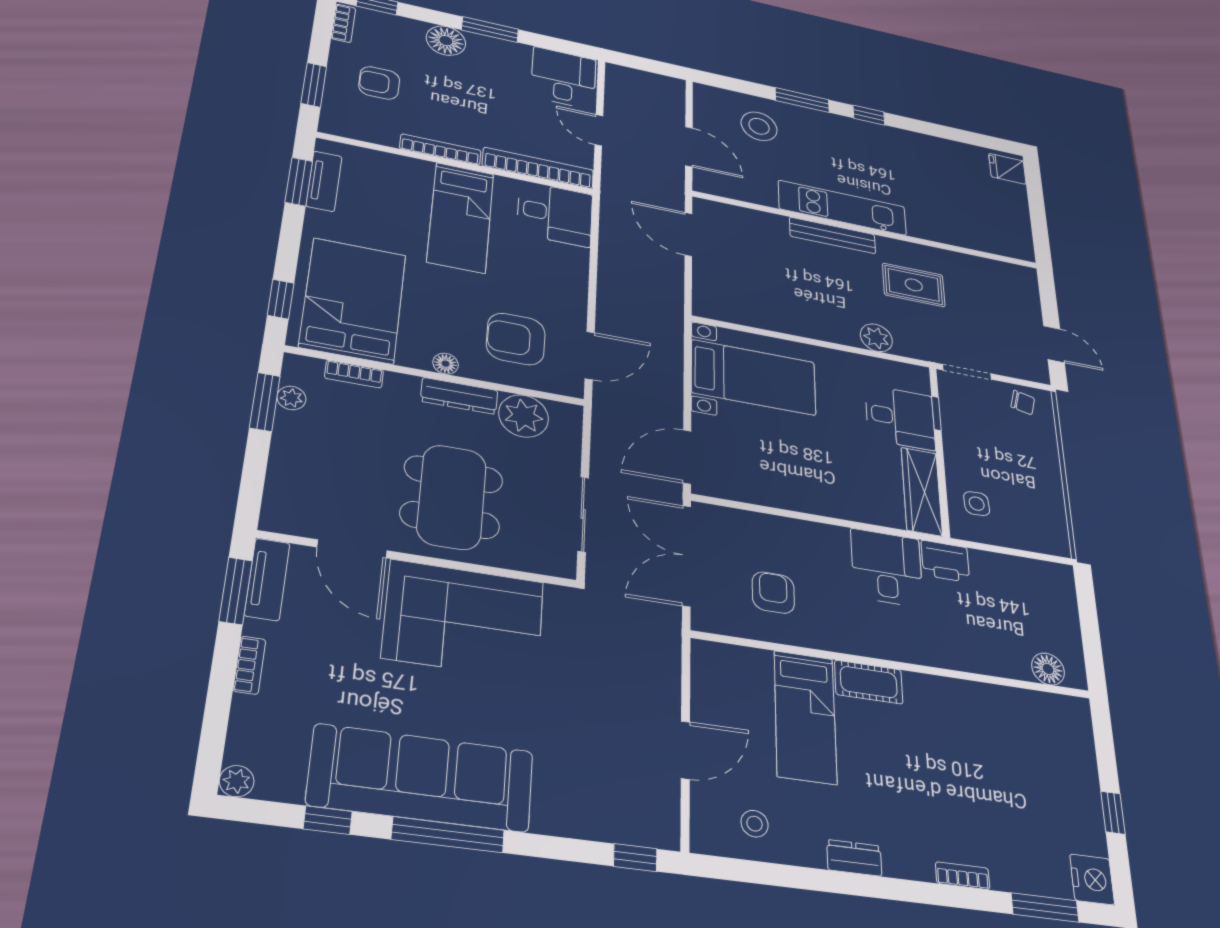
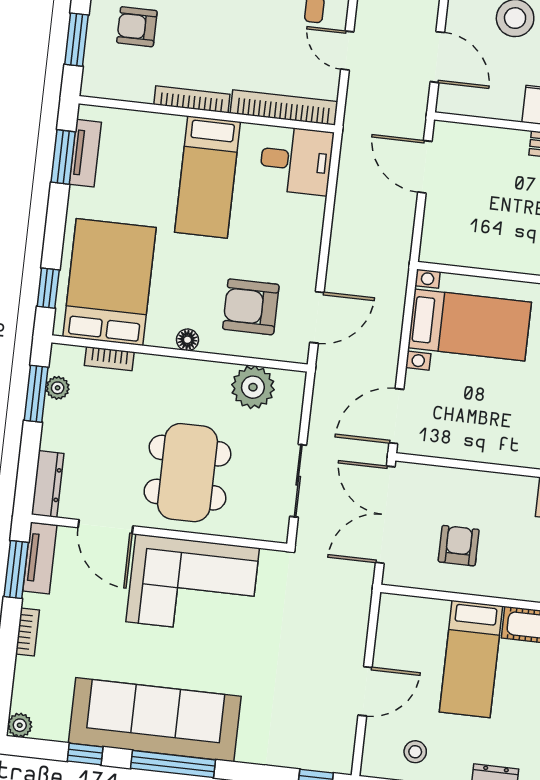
dresser: (459, 396) -> (48, 484), moved, turned -90

